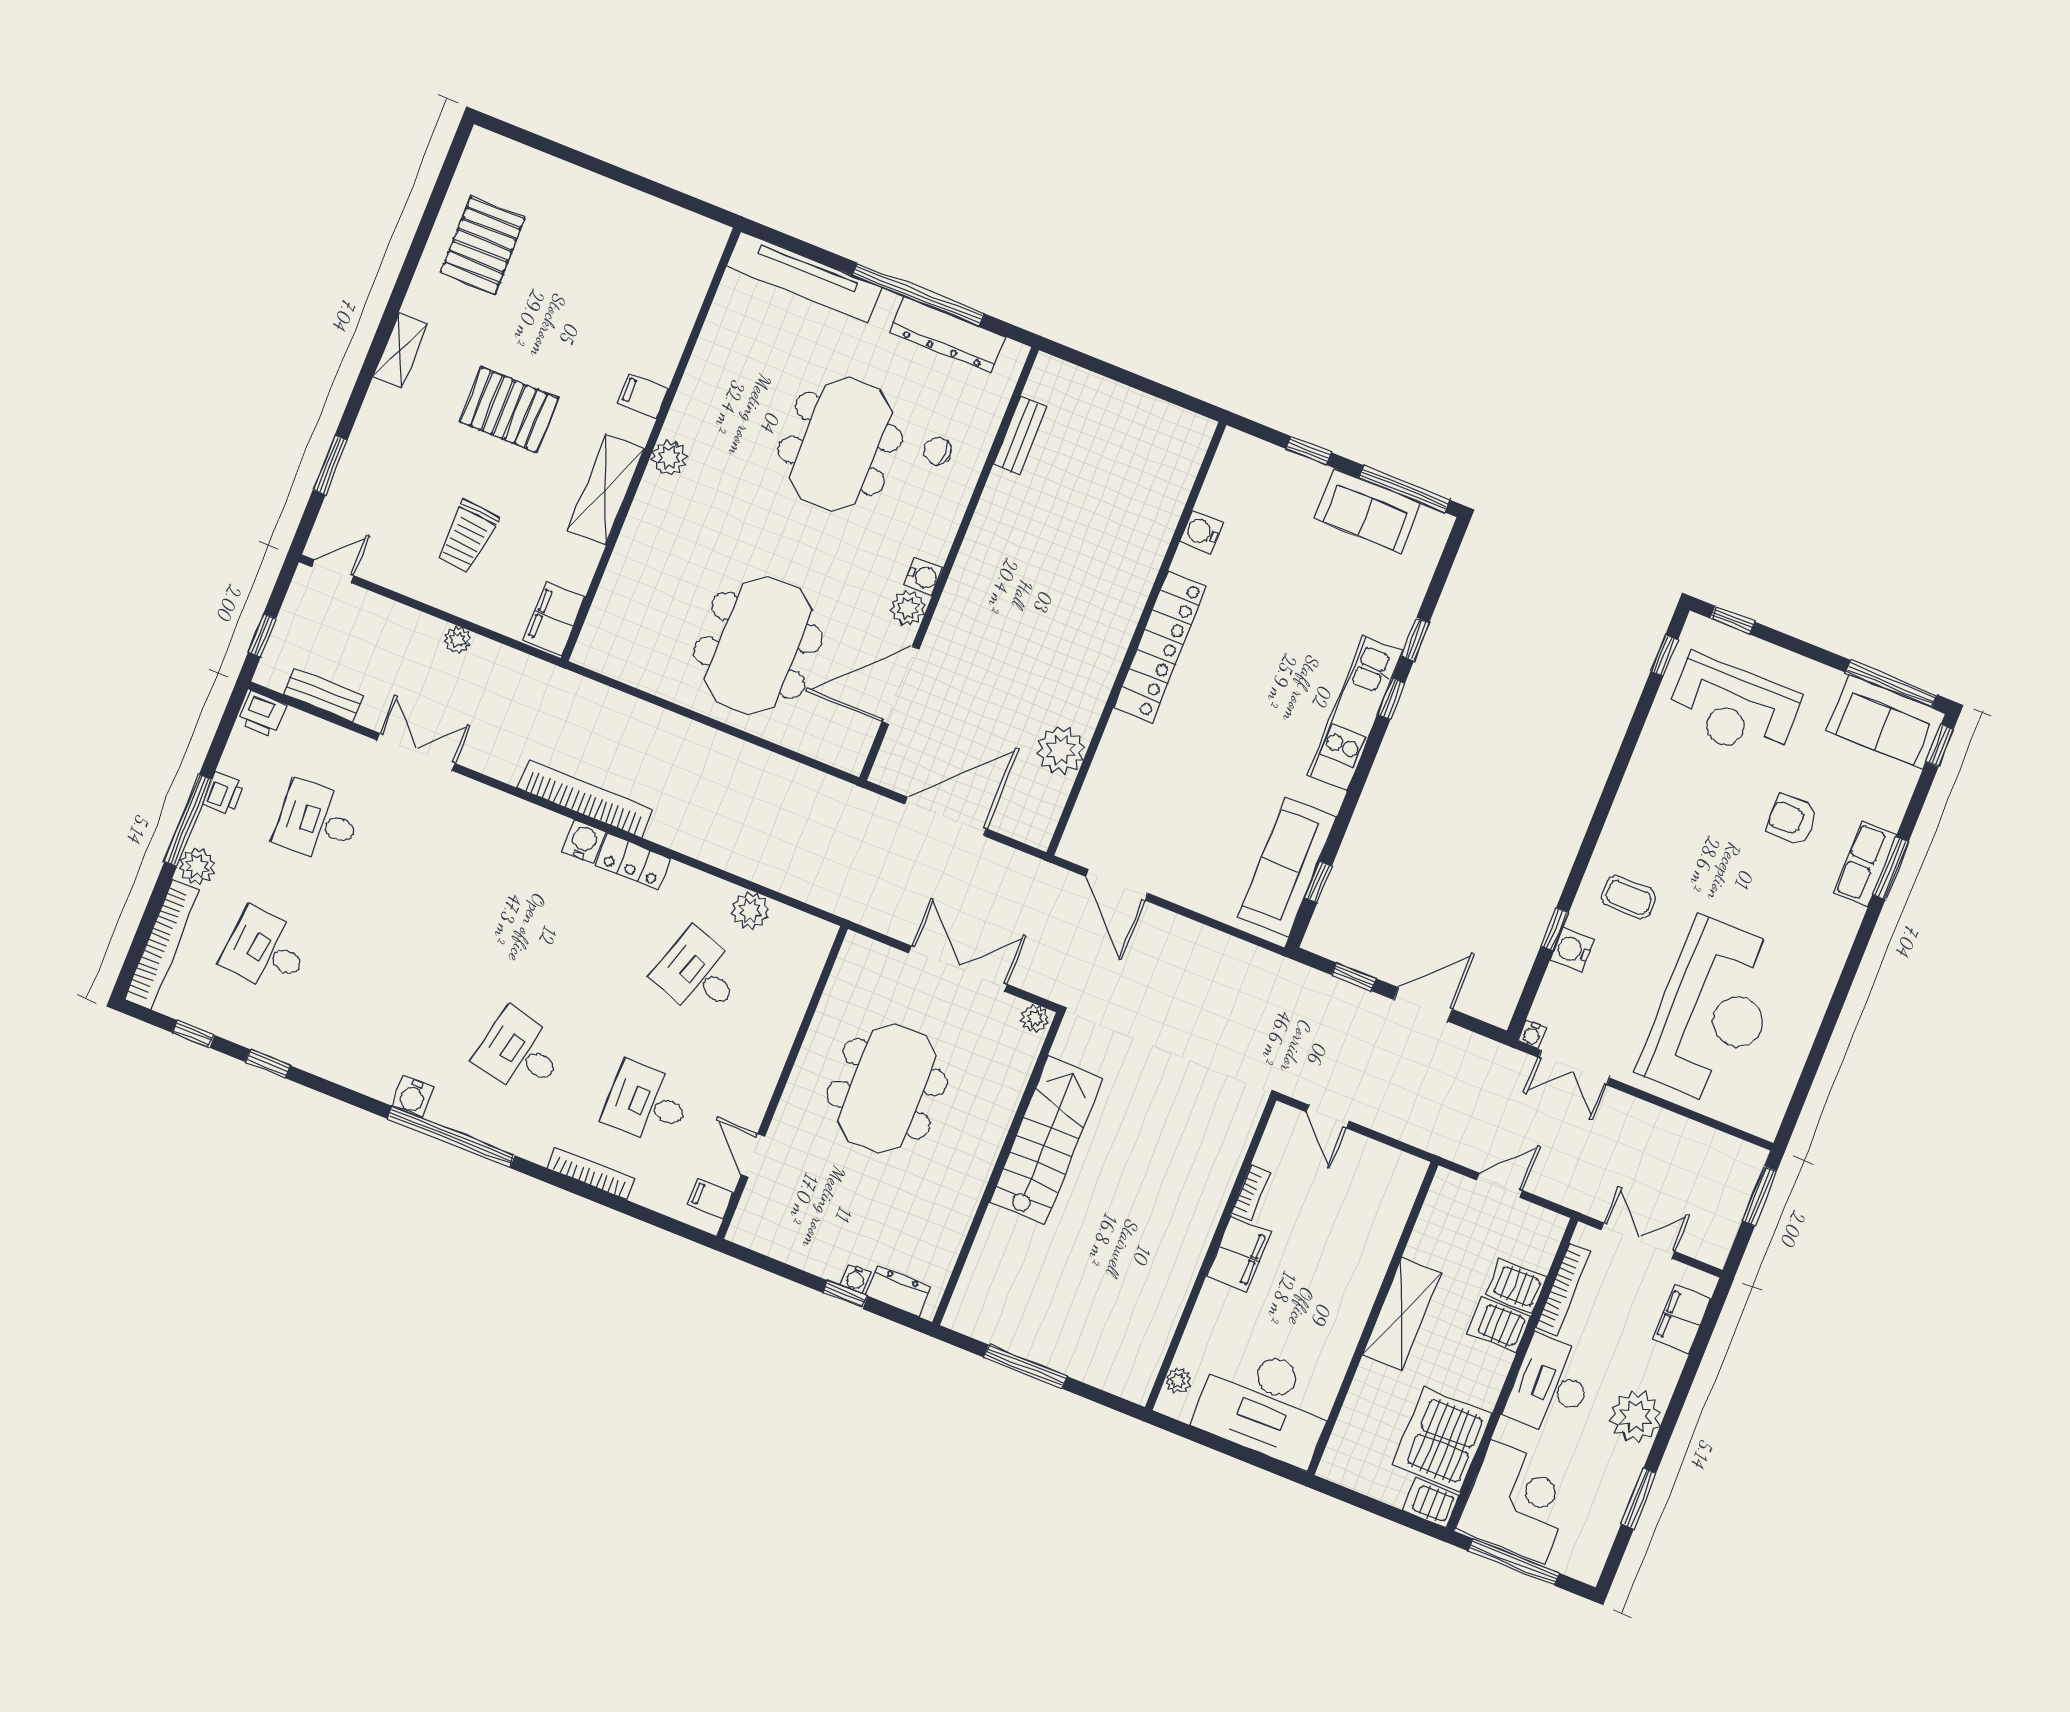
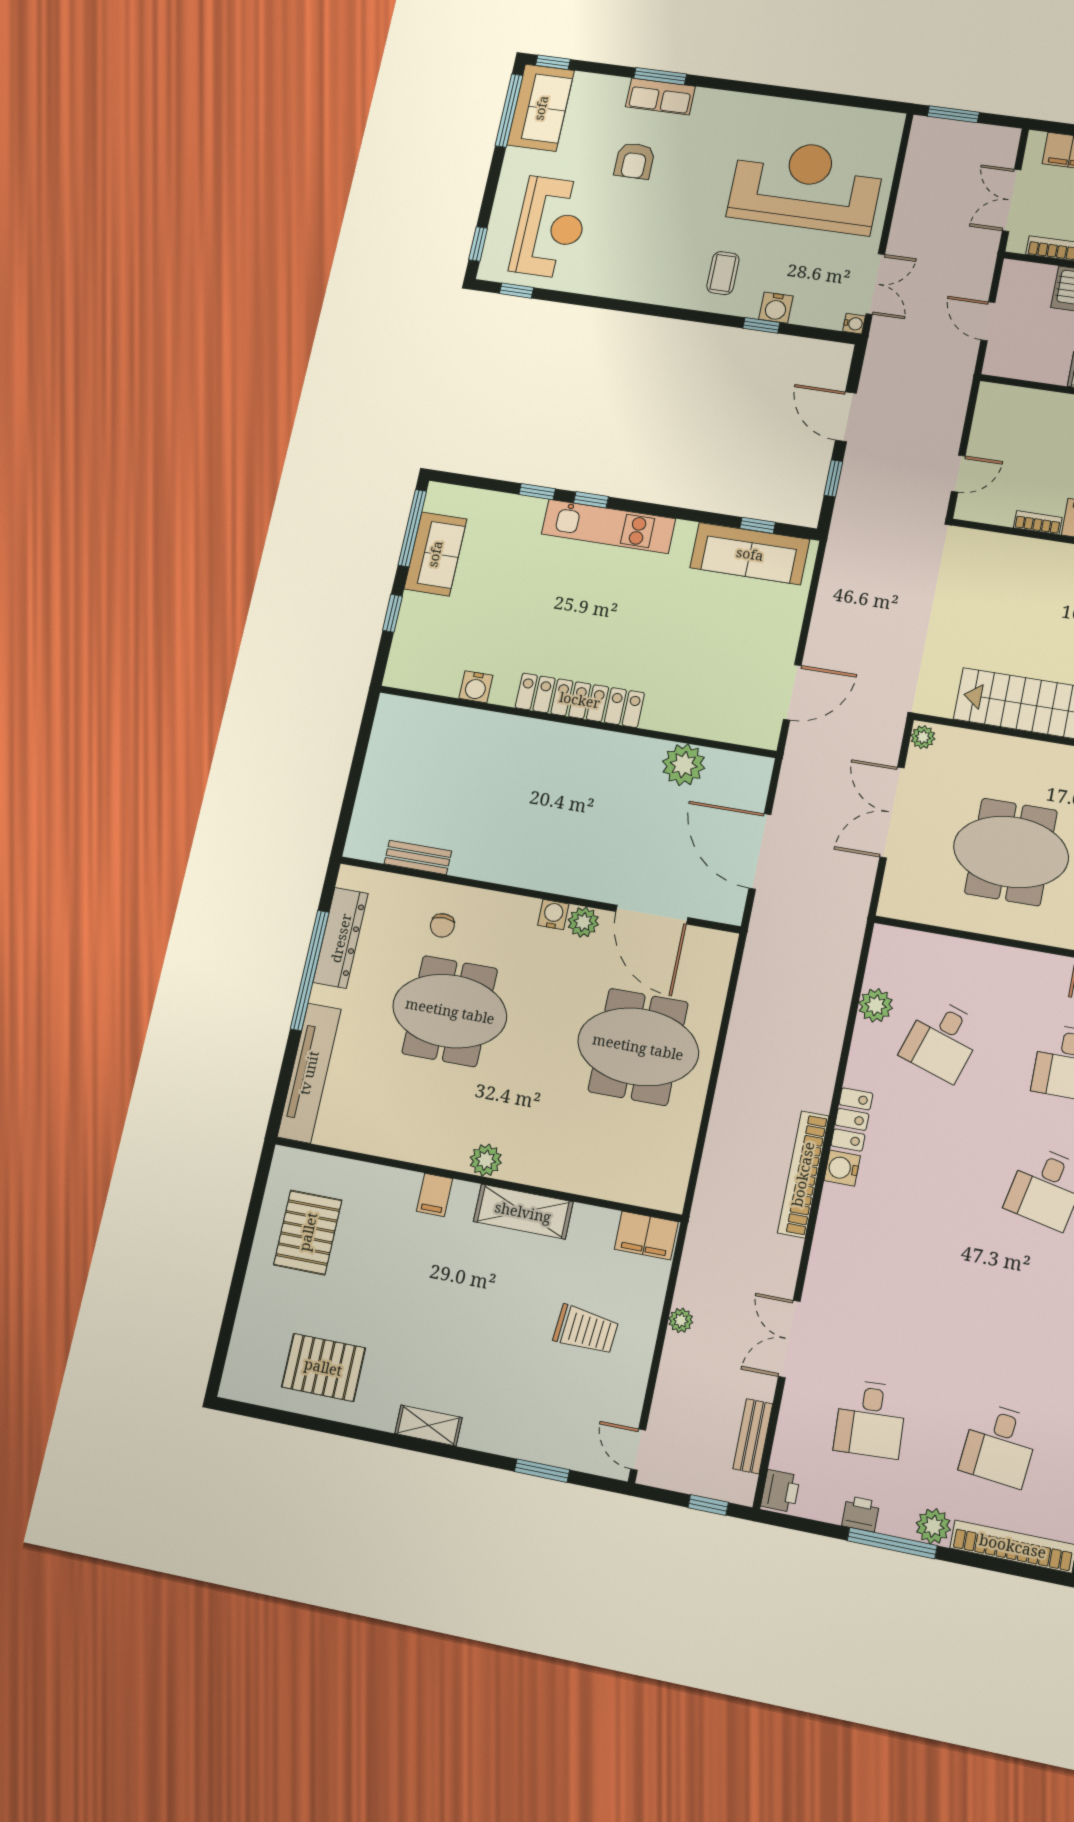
pallet: (509, 410) -> (308, 1232), moved

